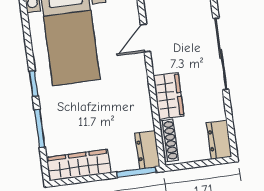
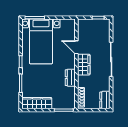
door: (145, 38) -> (76, 47), hinge flipped
wardrobe: (169, 96) -> (84, 65), moved
dresser: (147, 150) -> (70, 78), moved

